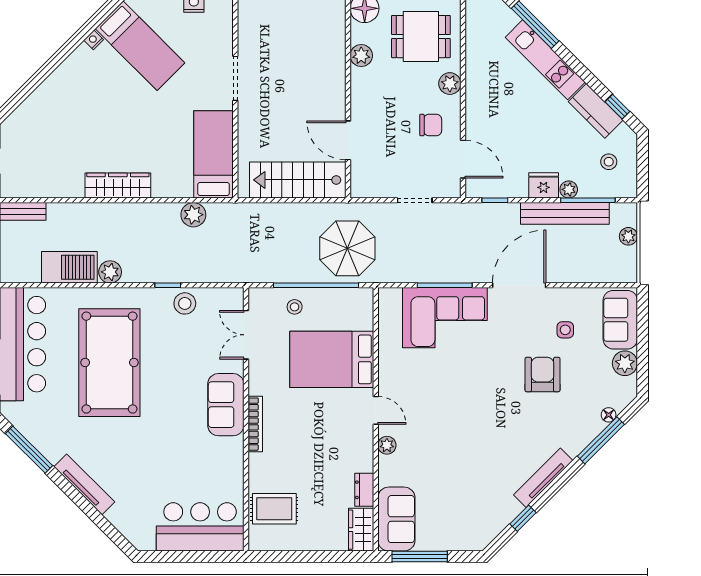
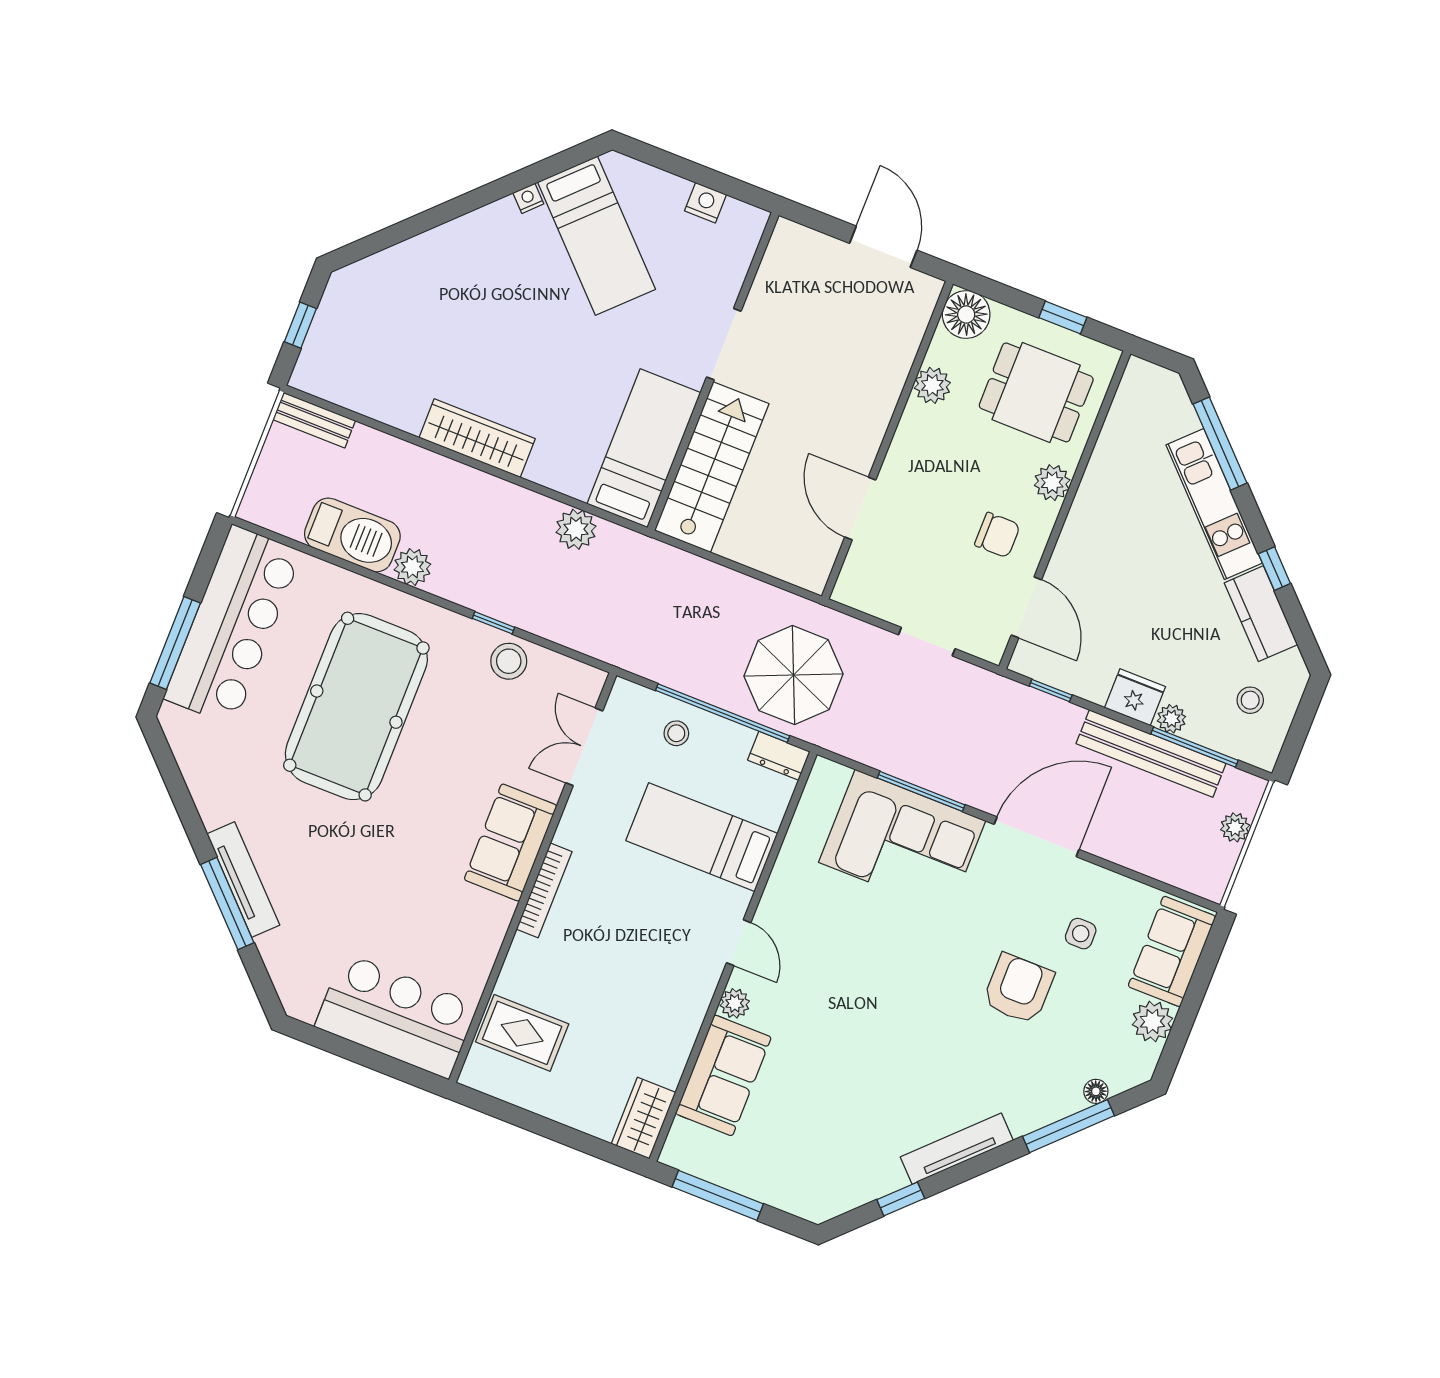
window: (617, 107) -> (1274, 569), moved
stairs: (298, 180) -> (712, 467), moved, turned 90
bed: (332, 359) -> (702, 837), width x0.67
window: (29, 450) -> (227, 904), moved
dresser: (364, 490) -> (779, 756), moved, turned -90
sofa: (396, 519) -> (723, 1075), moved

